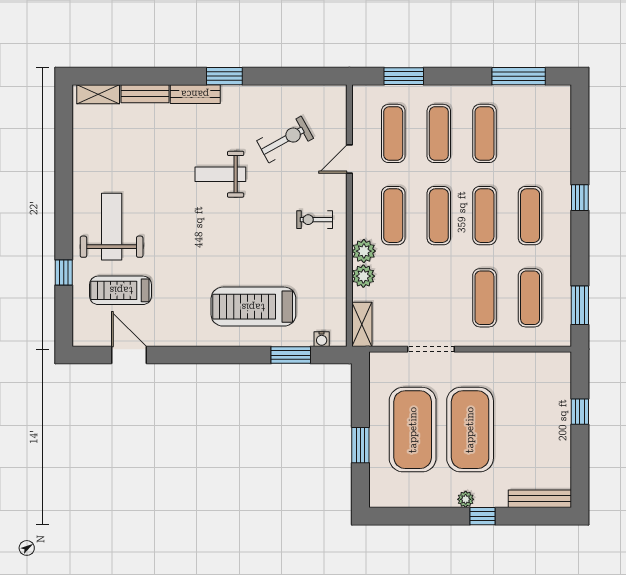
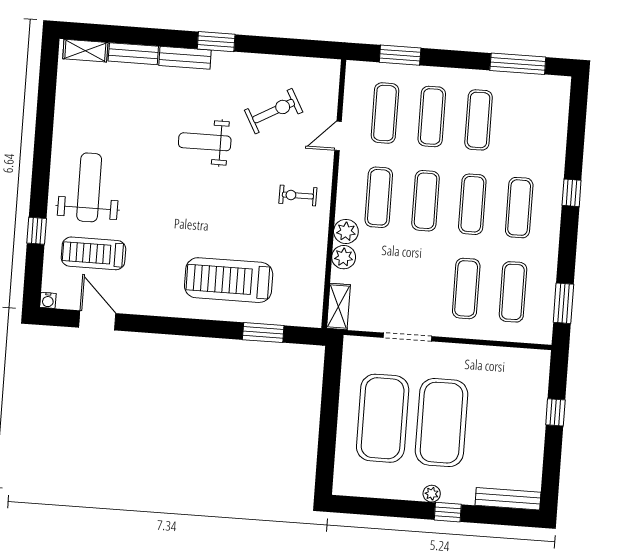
water cooler: (322, 339) -> (48, 300), moved
window: (360, 445) -> (328, 430), removed

